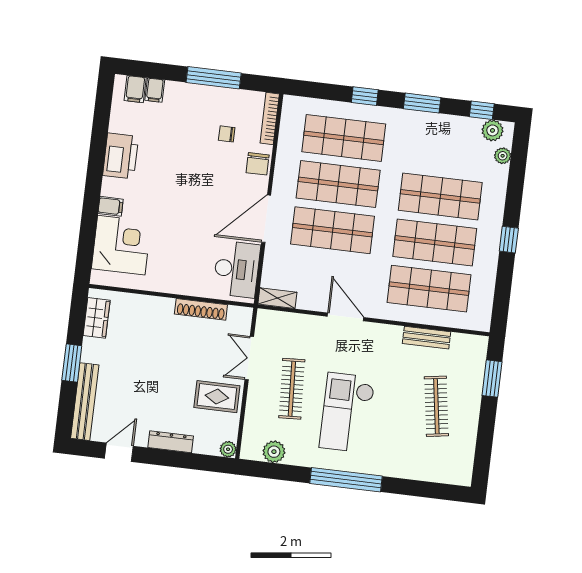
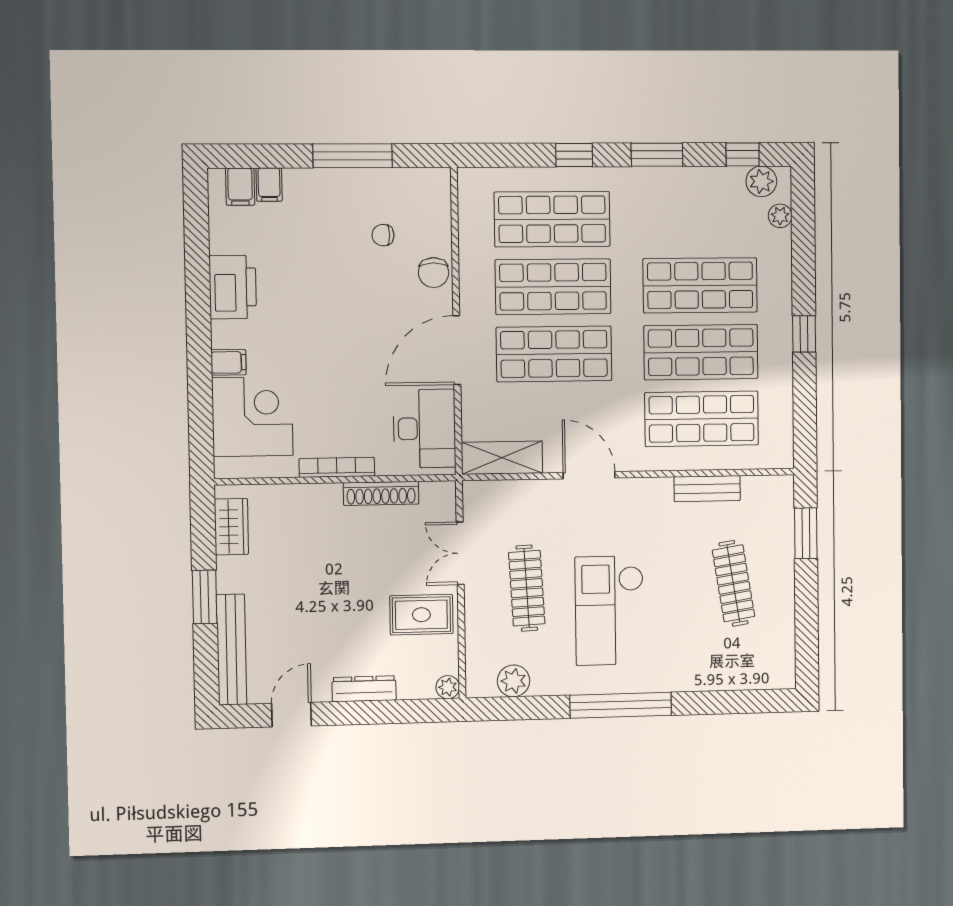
bookcase: (270, 119) -> (337, 467), moved, turned 90
shelving: (277, 298) -> (502, 458), width x1.50, depth x1.33

